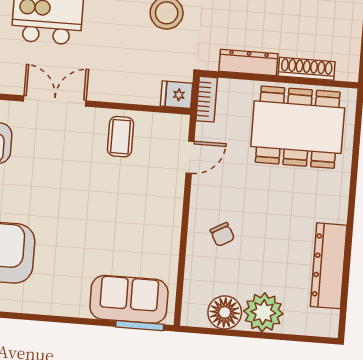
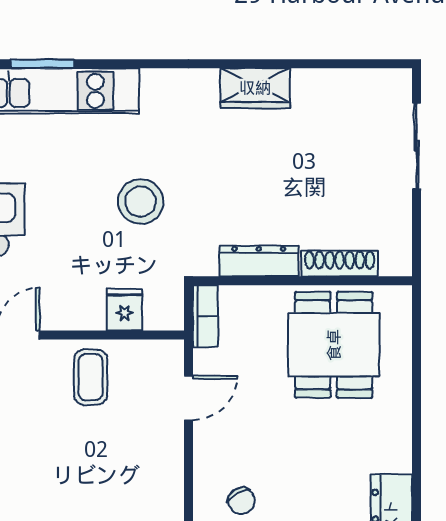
fridge: (176, 95) -> (125, 310), moved, turned 90
dining table: (298, 127) -> (334, 345), width x0.73

